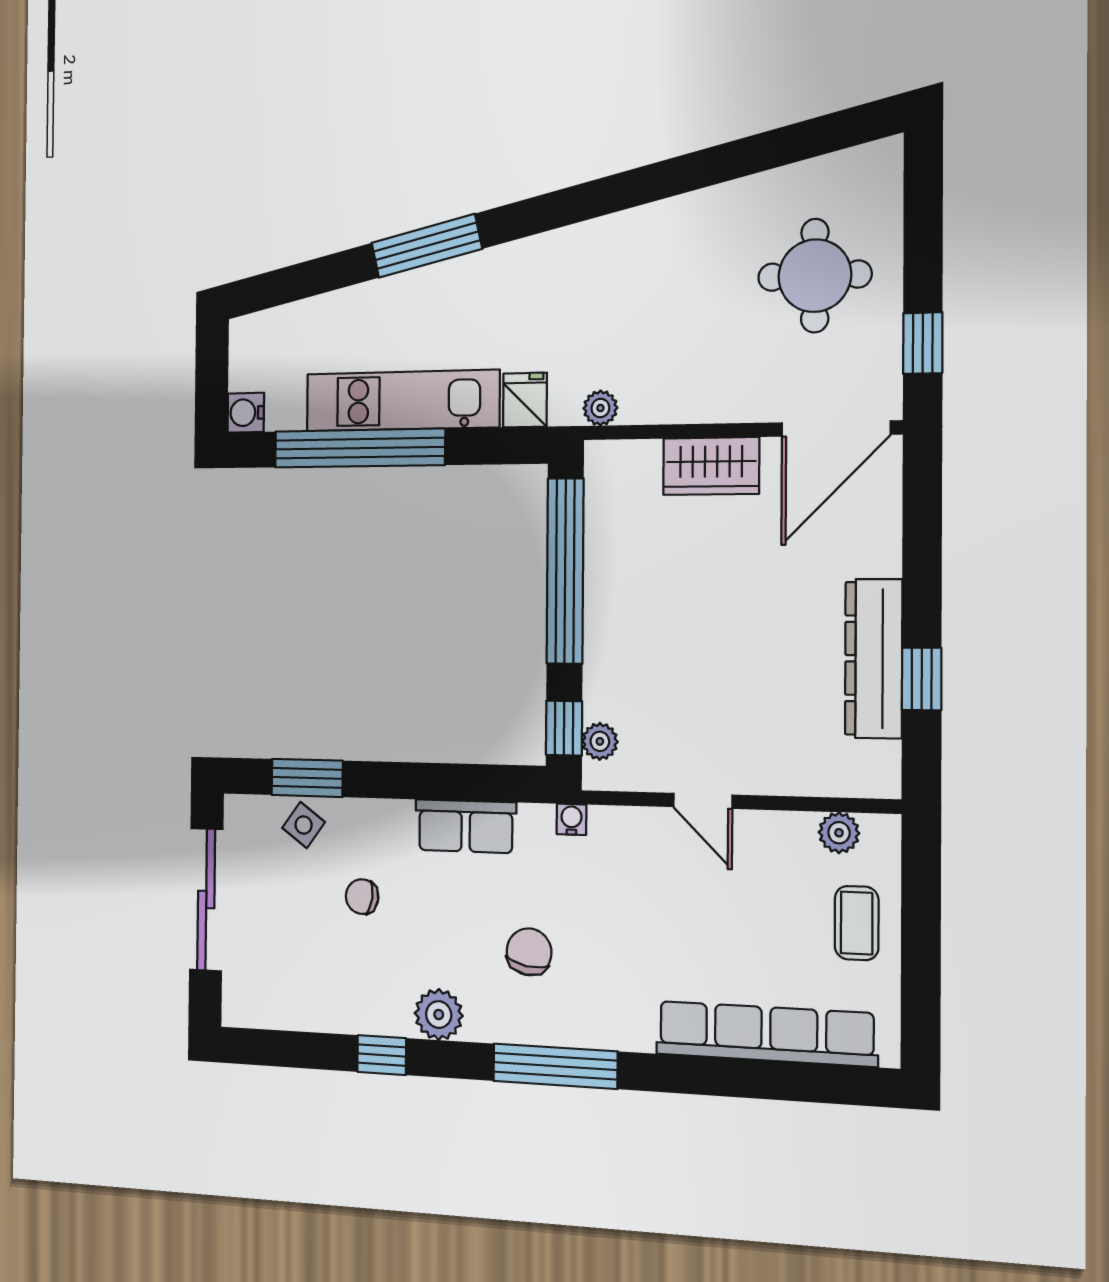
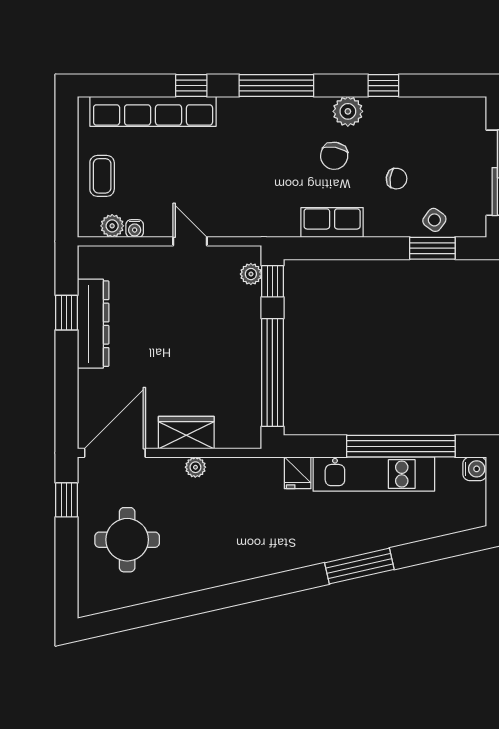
plant: (600, 408) -> (195, 467), moved
water cooler: (571, 819) -> (135, 229), moved
chair: (529, 952) -> (334, 156), moved
window: (699, 1075) -> (191, 86), added

